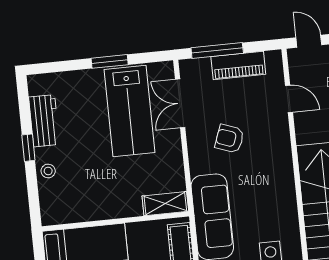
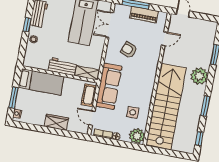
door: (289, 99) -> (164, 39), hinge flipped
workbench: (116, 206) -> (62, 67), added

